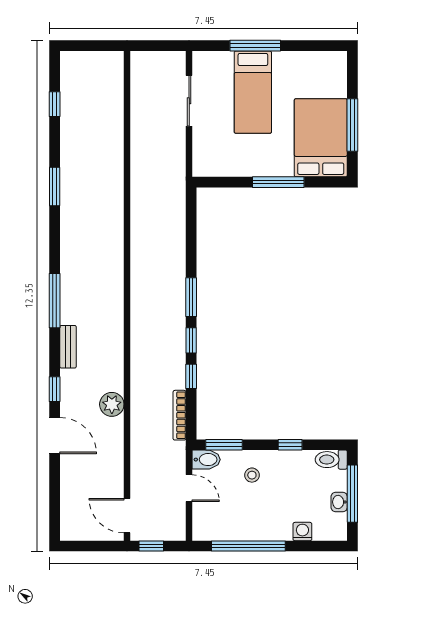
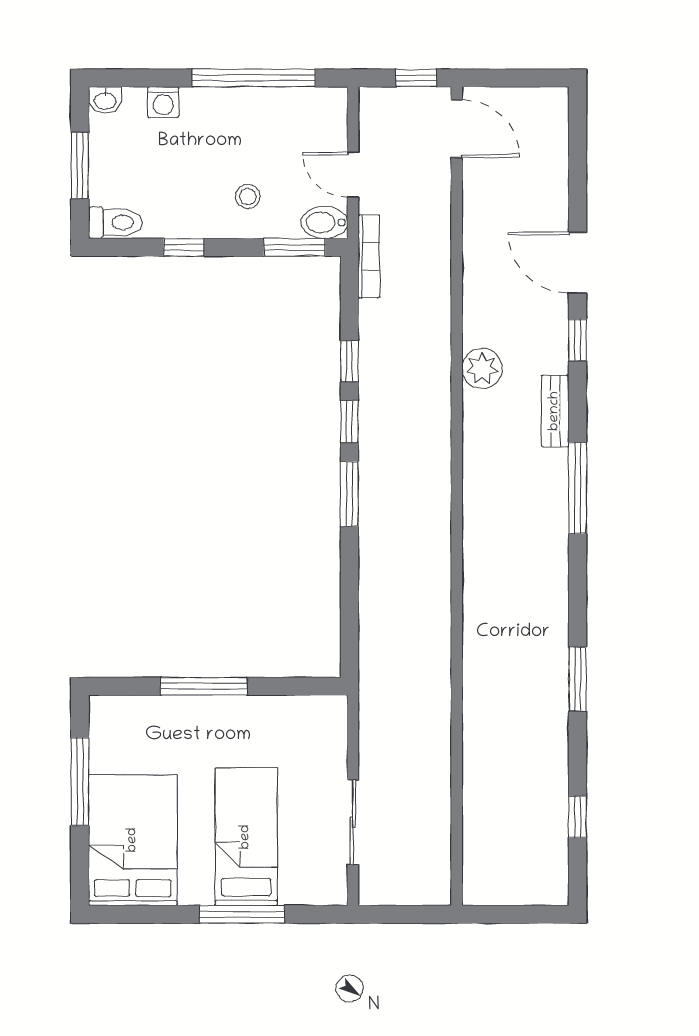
bed: (321, 138) -> (133, 840), moved, turned 180
plant: (112, 404) -> (482, 368), moved
bookcase: (180, 415) -> (369, 256), moved
window: (352, 494) -> (80, 166), width x0.69
washbasin: (339, 502) -> (105, 100), moved, turned 90

